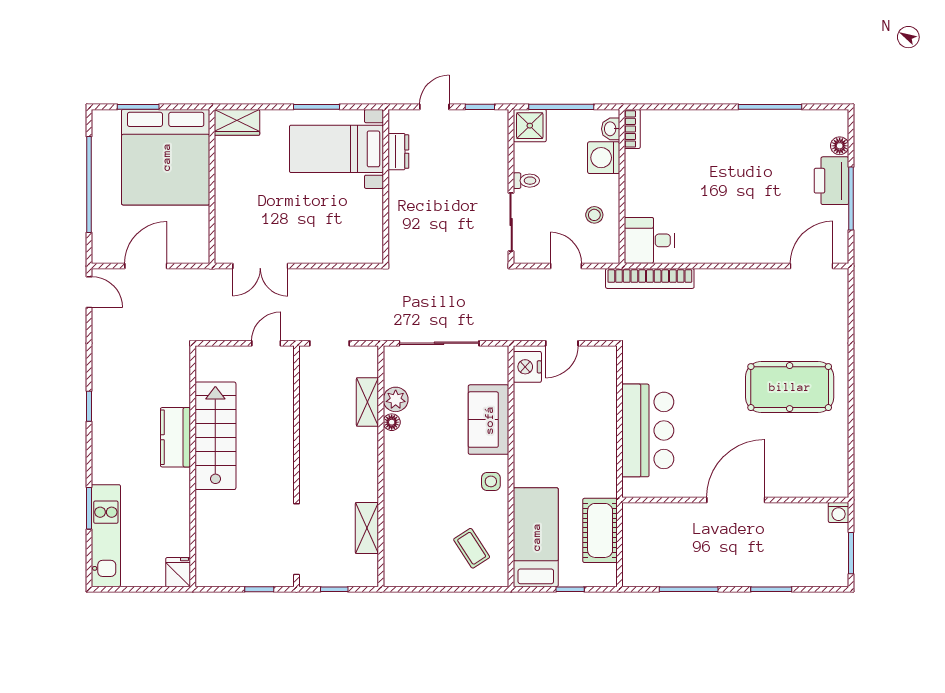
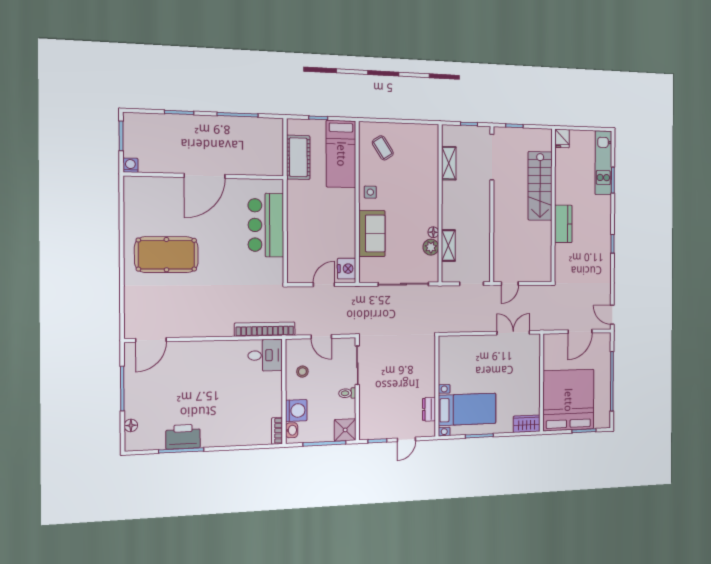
printer: (831, 181) -> (183, 437), moved, turned -90
stairs: (215, 436) -> (540, 186), moved

